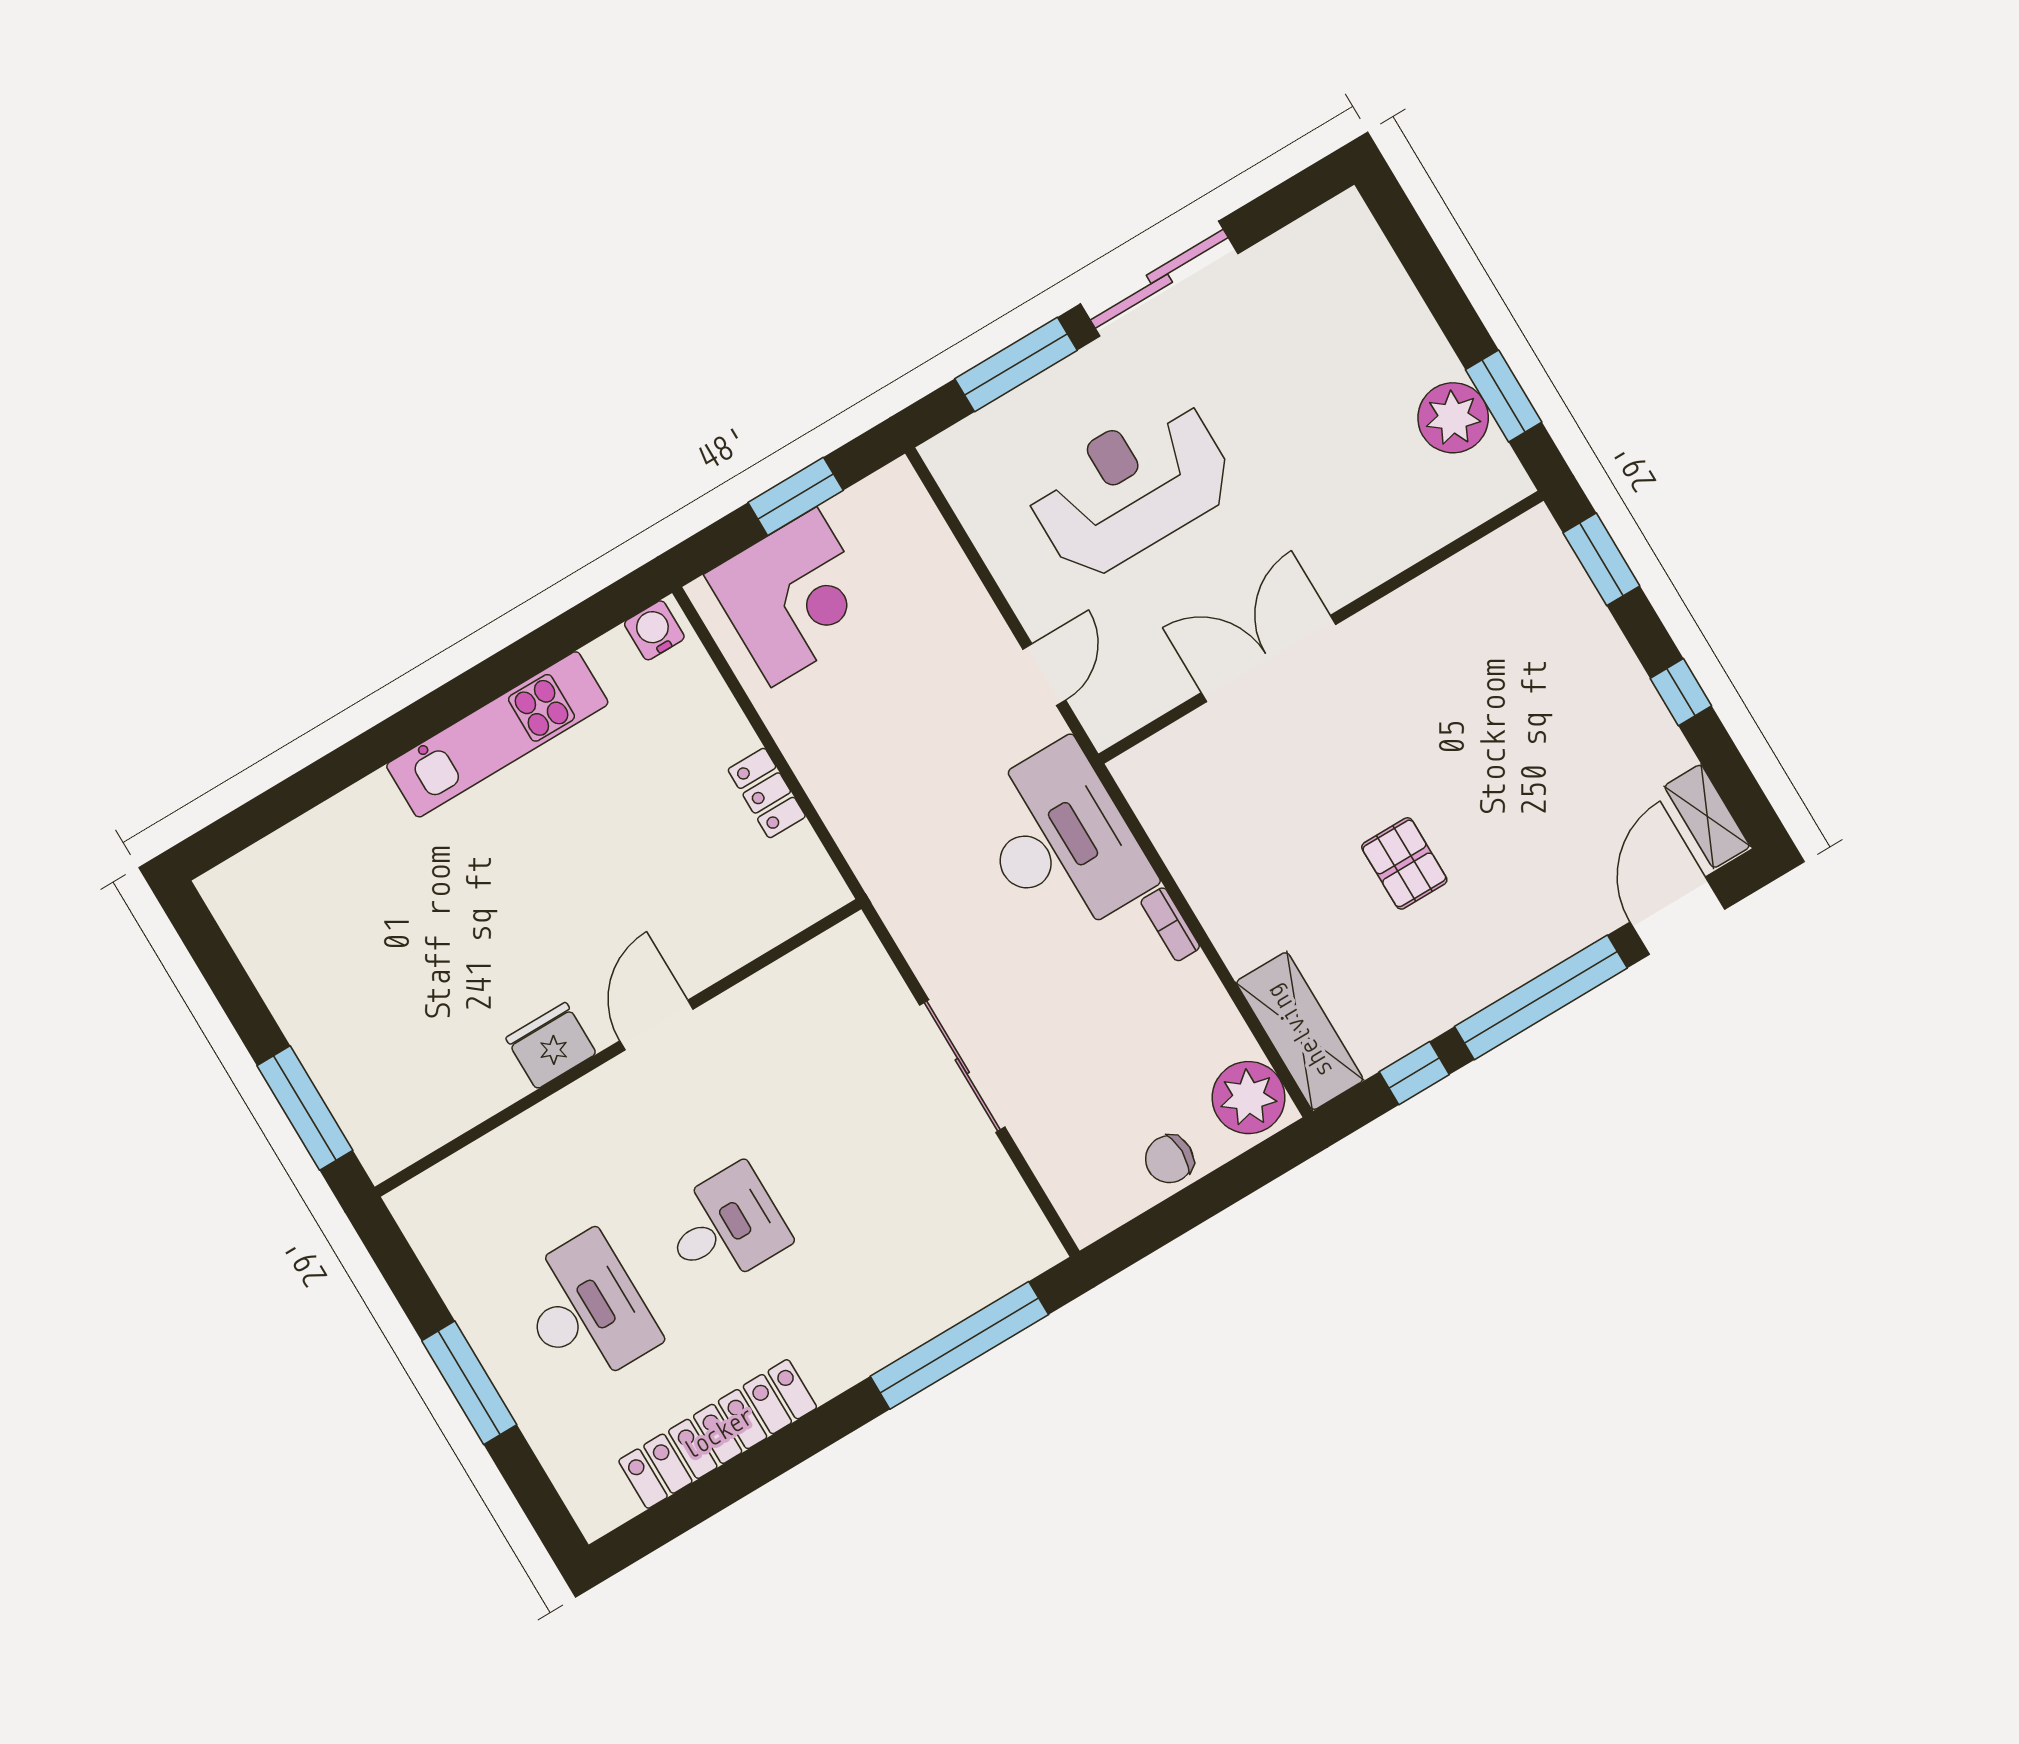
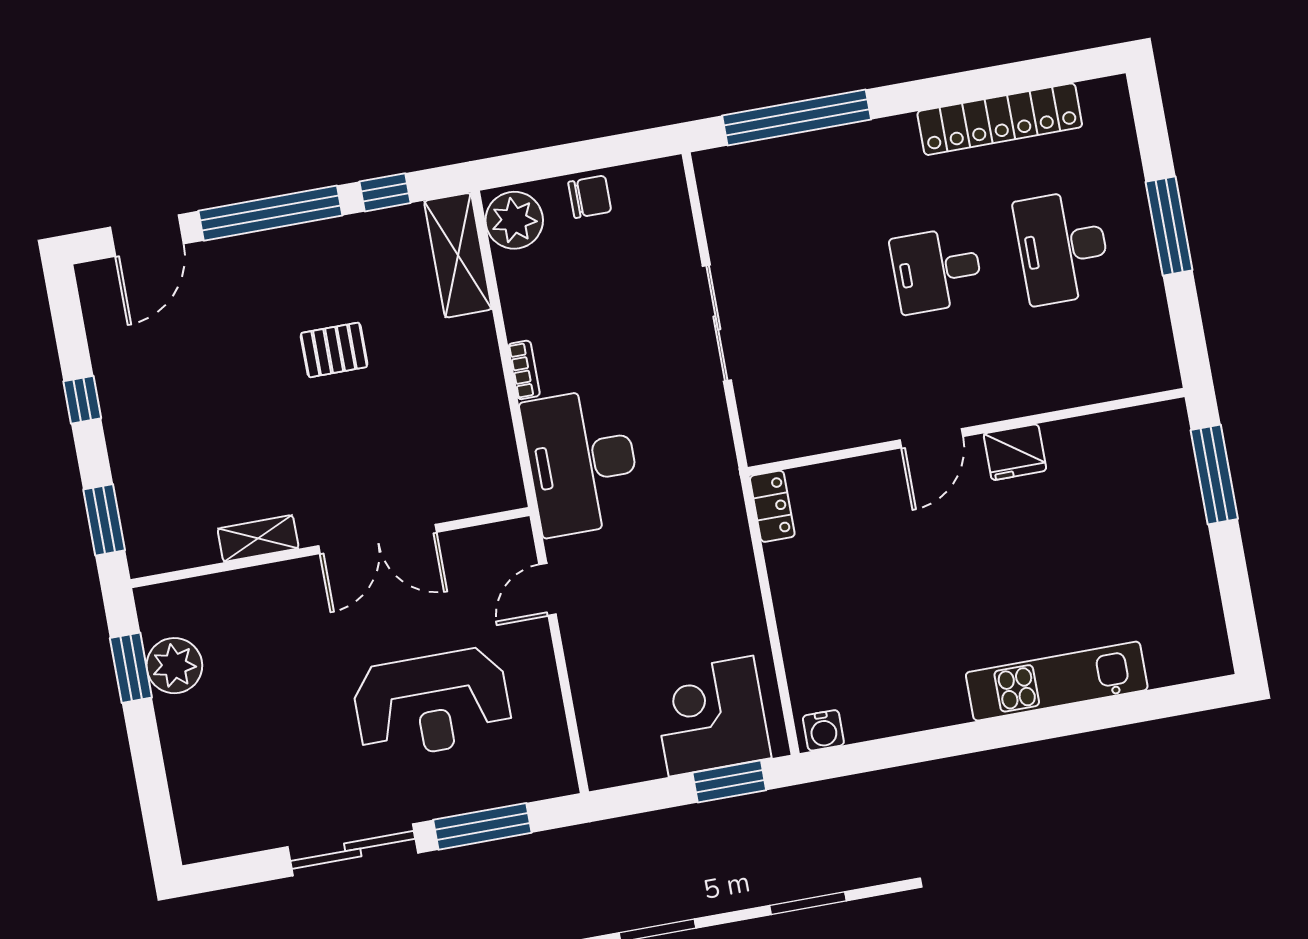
window: (796, 496) -> (729, 781), moved
kitchen unit: (497, 734) -> (1057, 681), moved
locker: (767, 793) -> (772, 506), moved
shelving: (1707, 816) -> (258, 538), moved, turned 90
pallet: (1404, 863) -> (334, 350), turned 90

